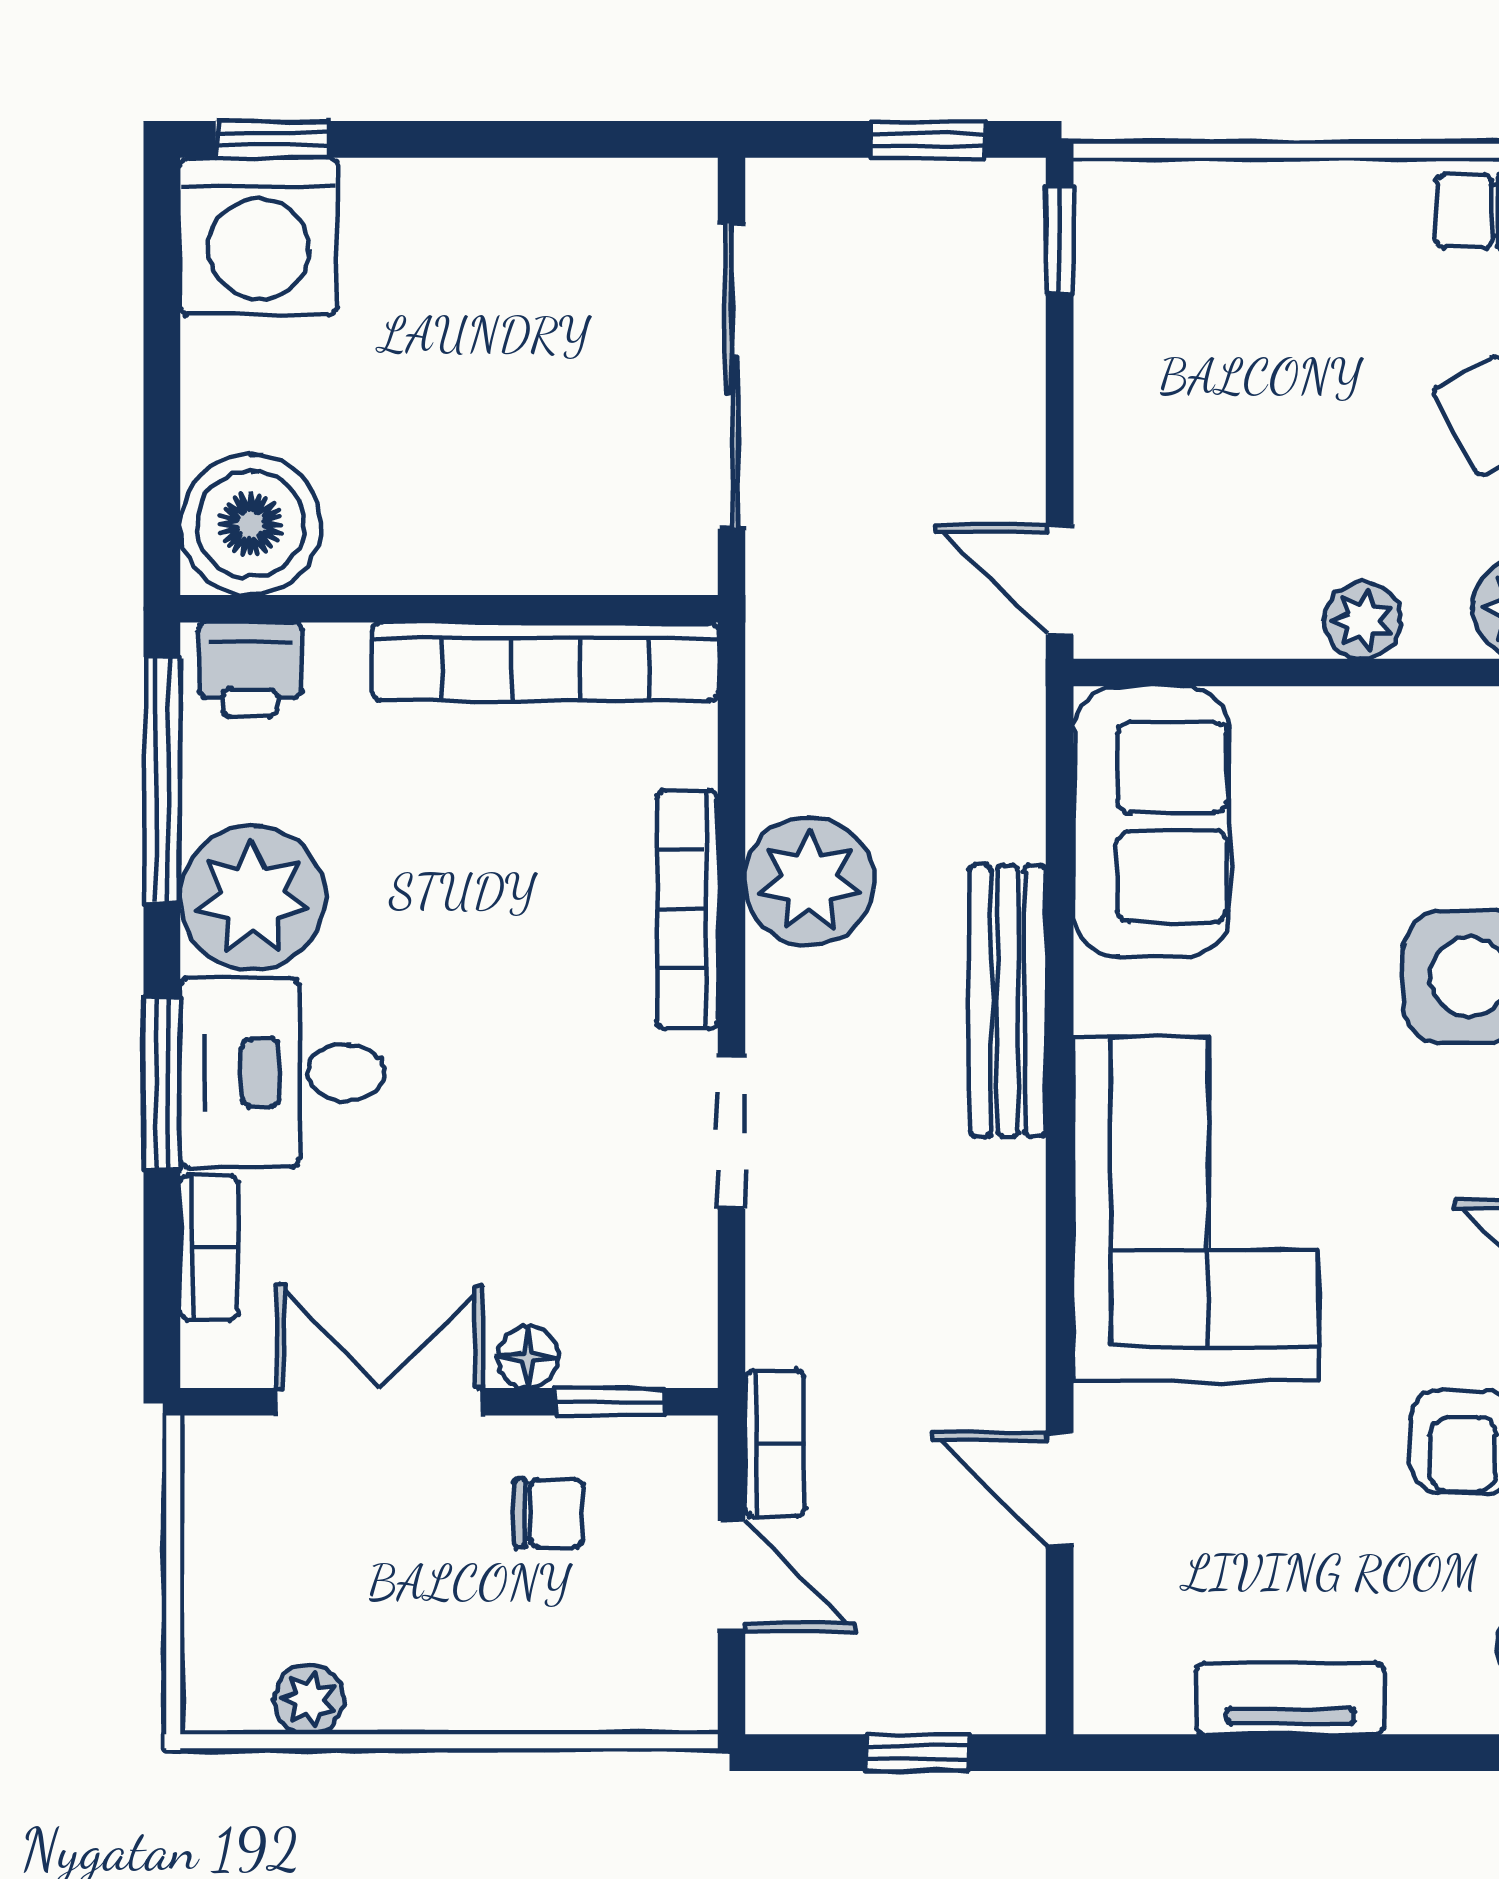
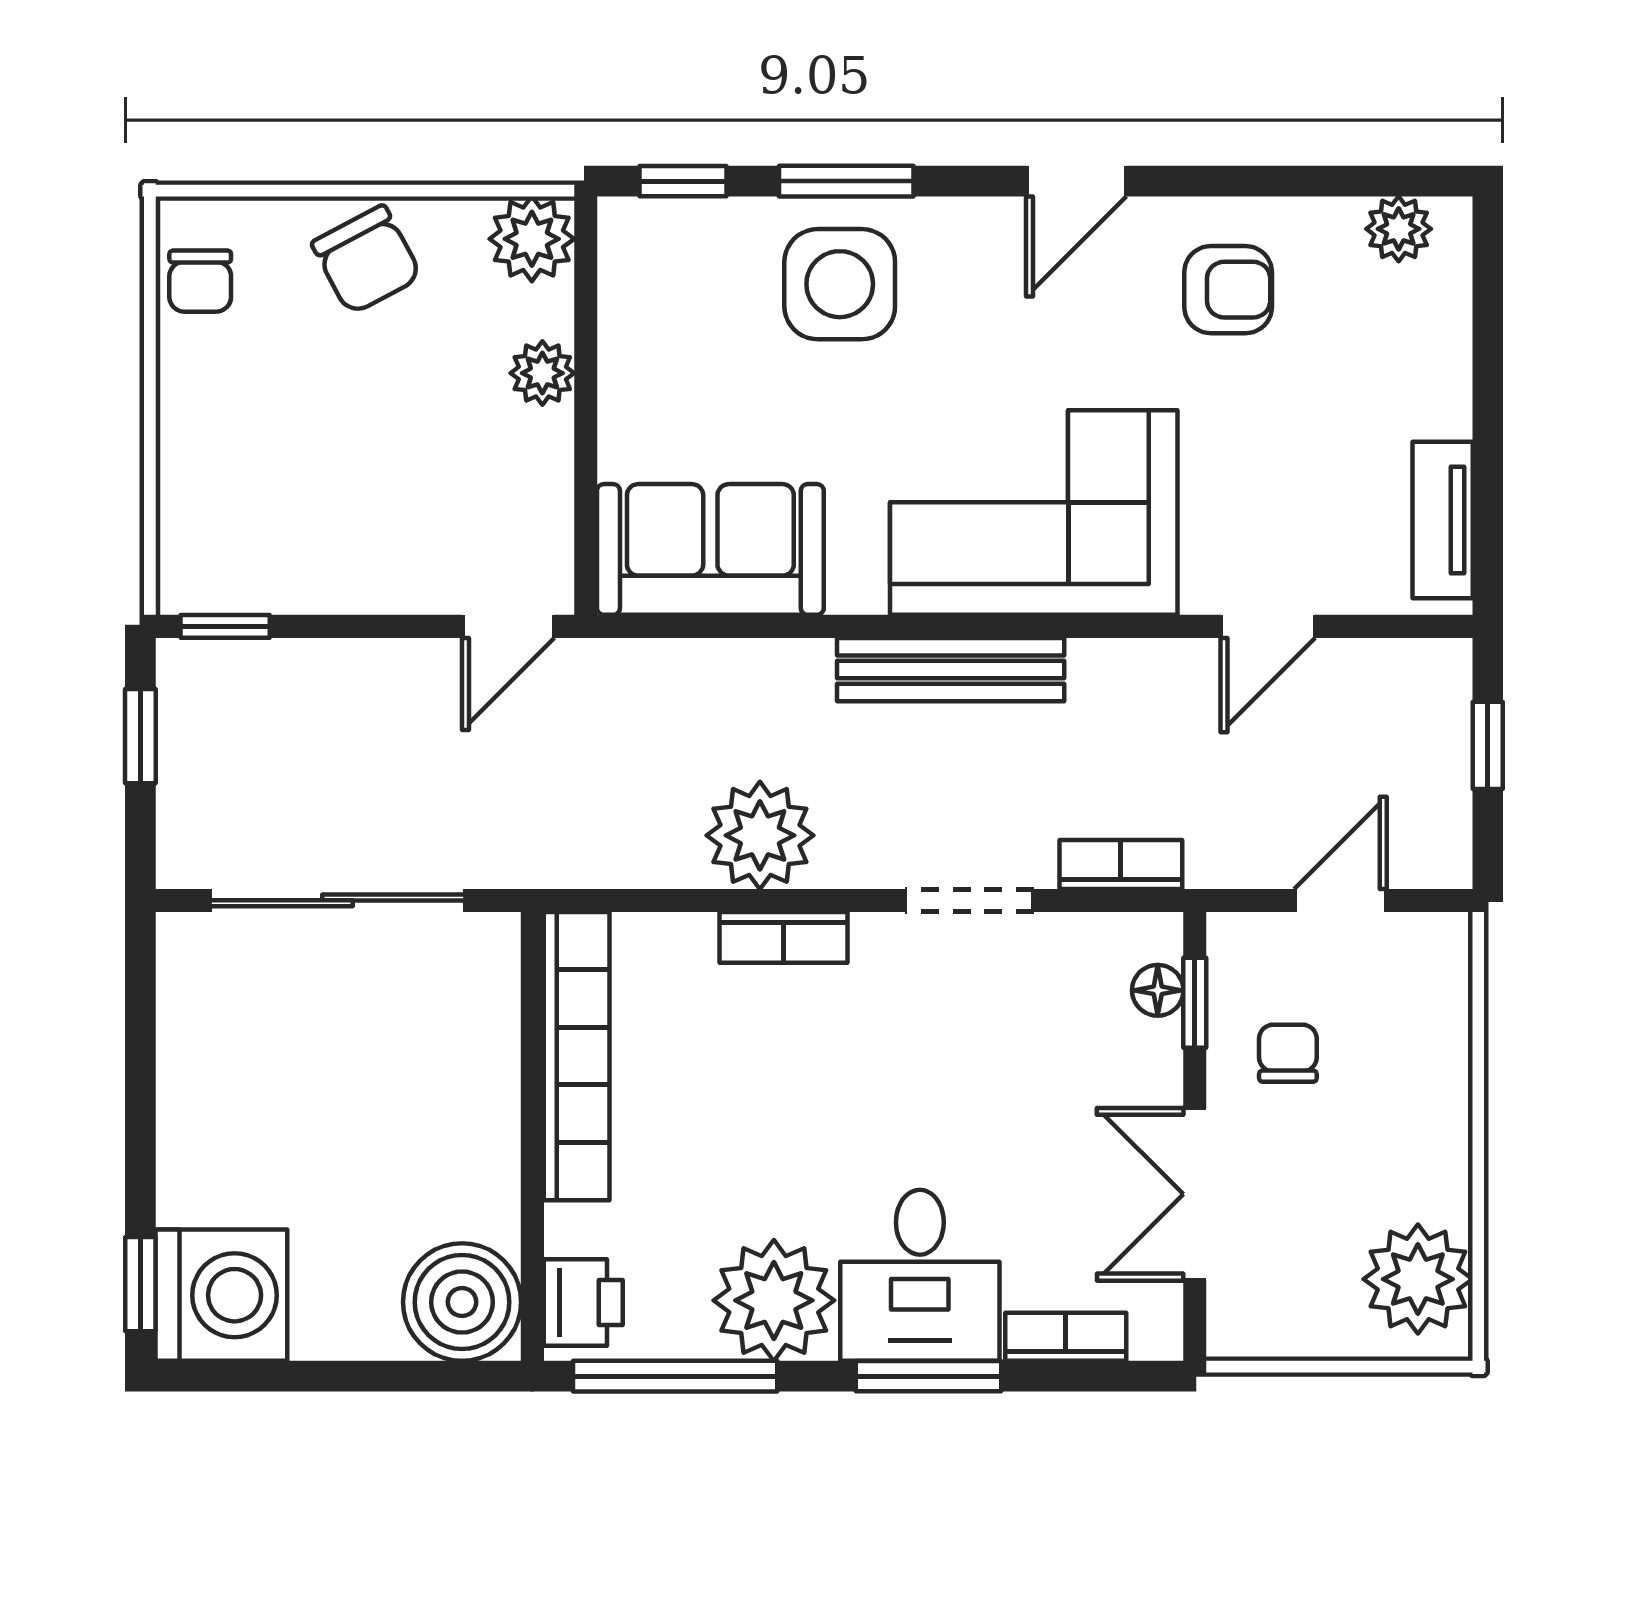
bookcase: (687, 909) -> (784, 937), width x0.64
bench: (1008, 1001) -> (951, 670), moved
floor lamp: (528, 1357) -> (1158, 990), moved
bookcase: (775, 1443) -> (1121, 865), moved
plant: (309, 1699) -> (1418, 1279), width x1.87, depth x1.87
tv unit: (1290, 1699) -> (1443, 520), moved

